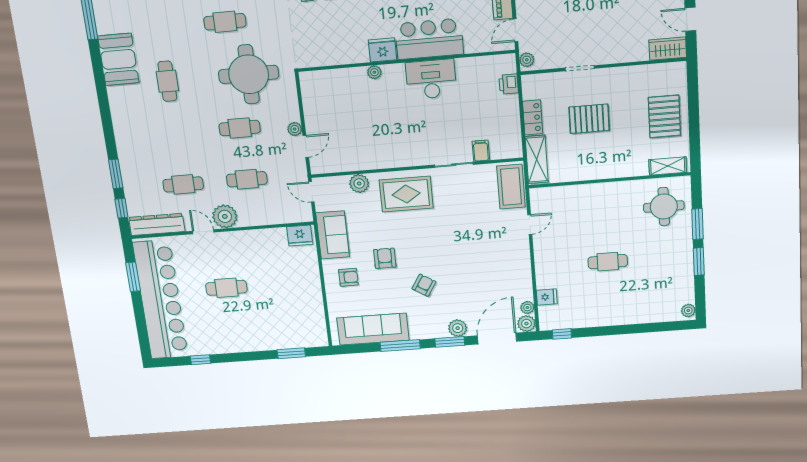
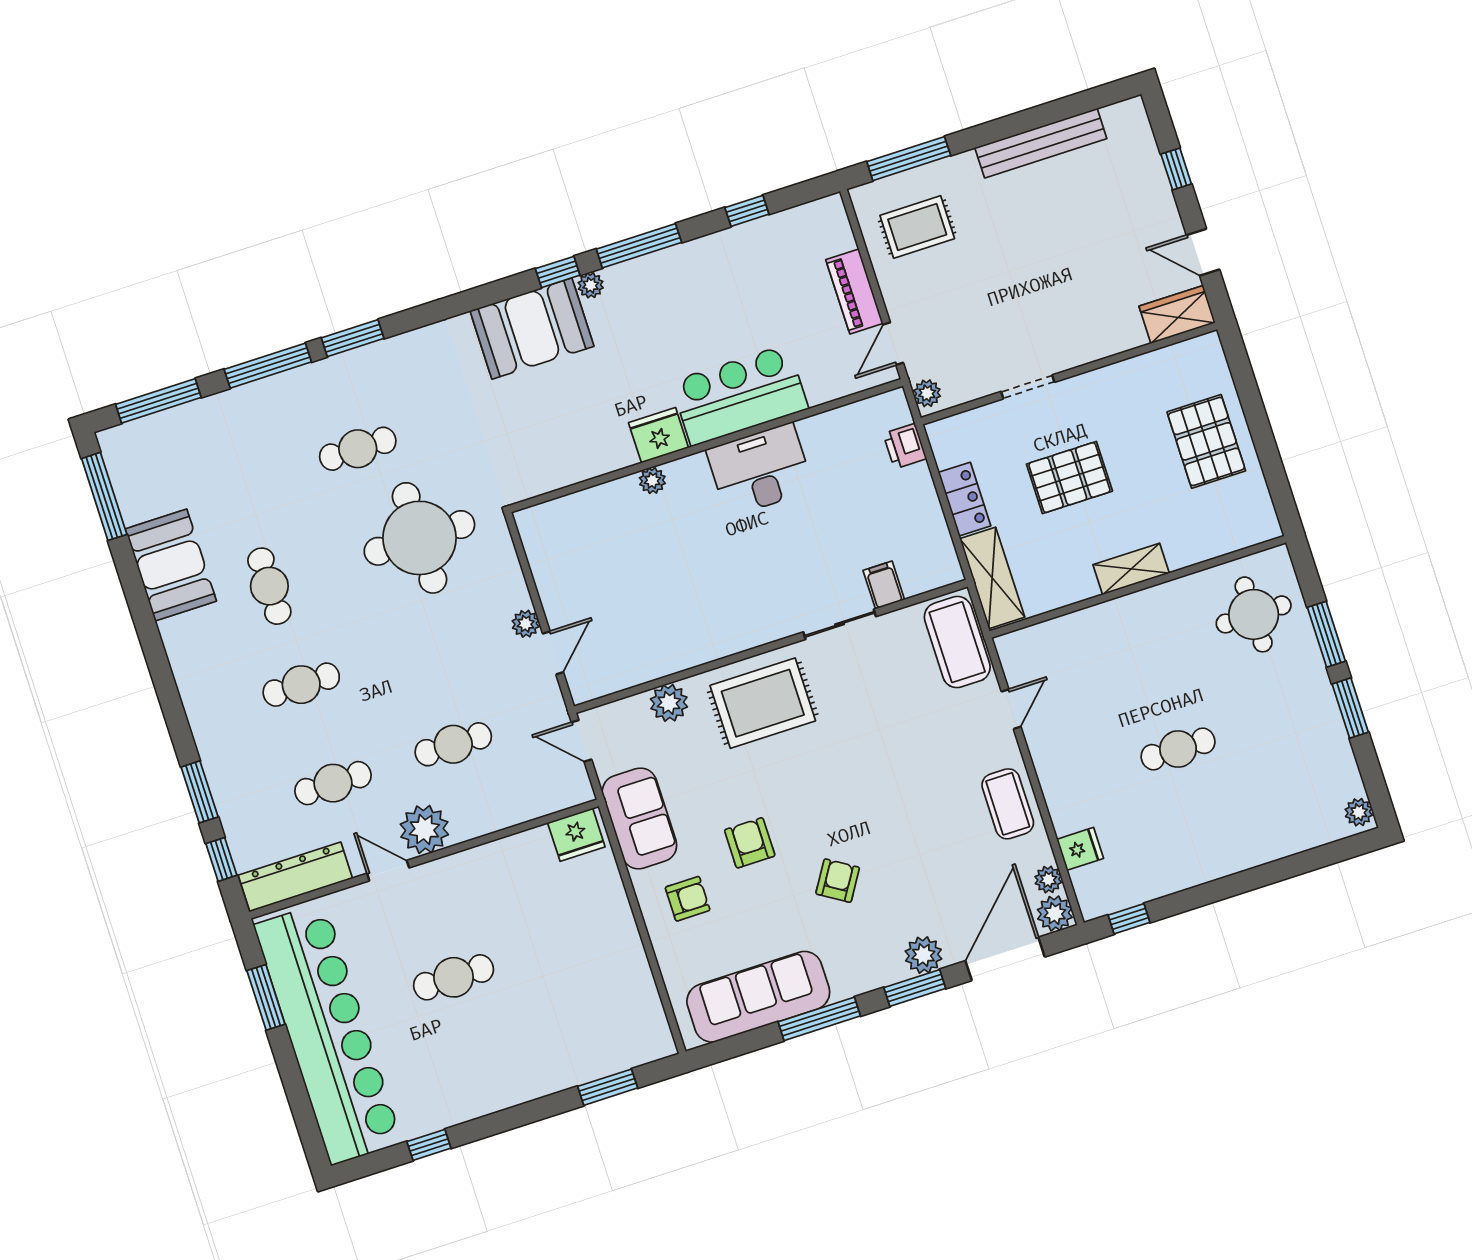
cafe table: (240, 128) -> (301, 685), moved
shelving: (668, 166) -> (1131, 569), moved
coffee table: (517, 268) -> (1008, 804), added

